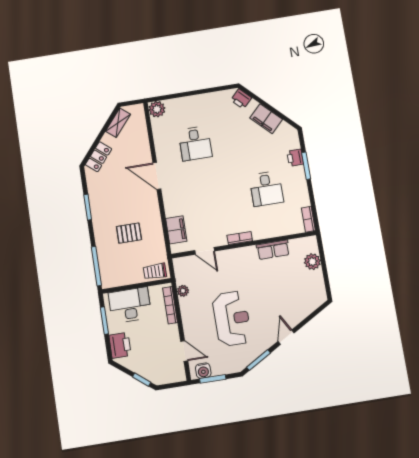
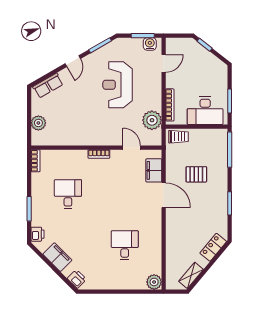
printer: (295, 158) -> (38, 234), moved
door: (157, 176) -> (164, 195), moved
row of seats: (273, 250) -> (48, 86), moved, turned 150
plant: (183, 291) -> (152, 120), width x1.88, depth x1.88
printer: (120, 345) -> (219, 77), removed
door: (184, 351) -> (164, 63), swing flipped

